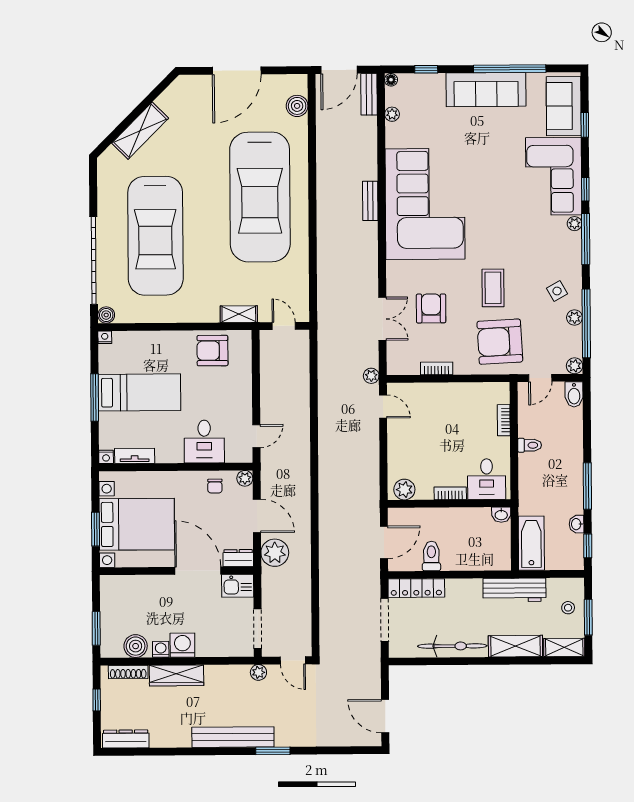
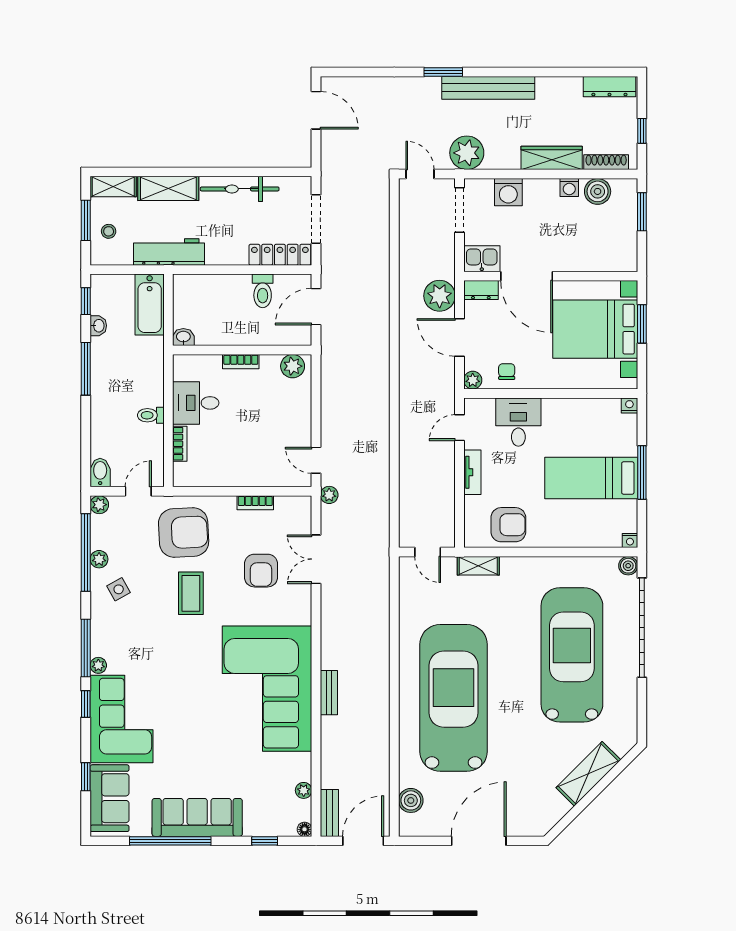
tv unit: (135, 456) -> (472, 472), moved, turned -90
desk: (487, 479) -> (196, 403), moved, turned -90
washing machine: (182, 645) -> (508, 192), moved
plant: (258, 672) -> (467, 153), width x1.88, depth x1.88

